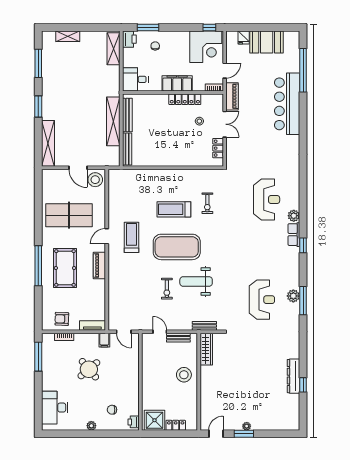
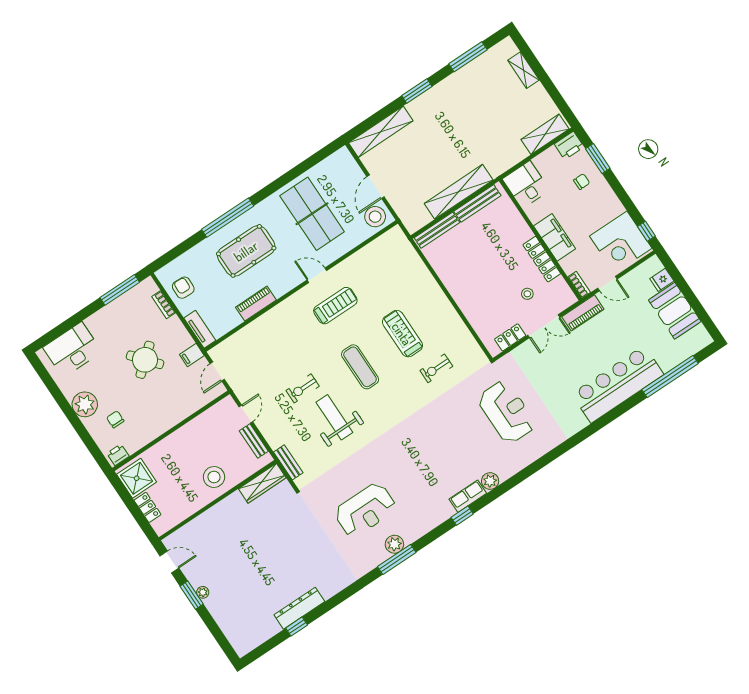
reception desk: (267, 199) -> (507, 412), moved, turned -90
exercise mat: (177, 247) -> (360, 367), width x0.50, depth x0.69
piano: (99, 265) -> (256, 304), moved
plant: (91, 426) -> (85, 404), width x1.87, depth x1.87

